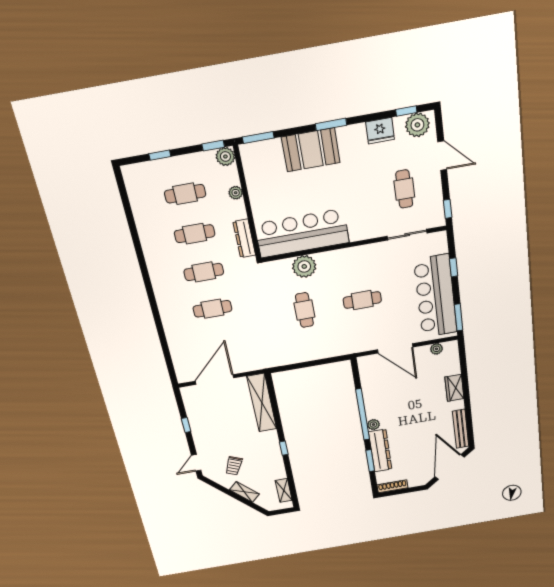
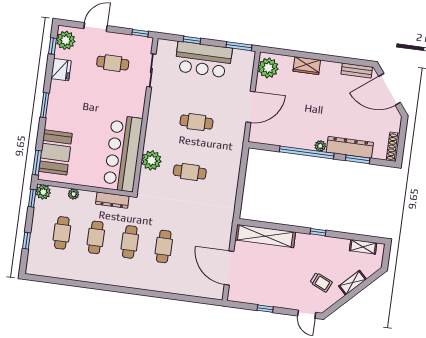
booth: (311, 150) -> (55, 152), moved
bar counter: (436, 296) -> (203, 60), width x0.73
cafe table: (362, 300) -> (196, 122), turned 90
plant: (436, 349) -> (268, 68), width x1.87, depth x1.87
bench: (461, 429) -> (357, 71), width x0.73

